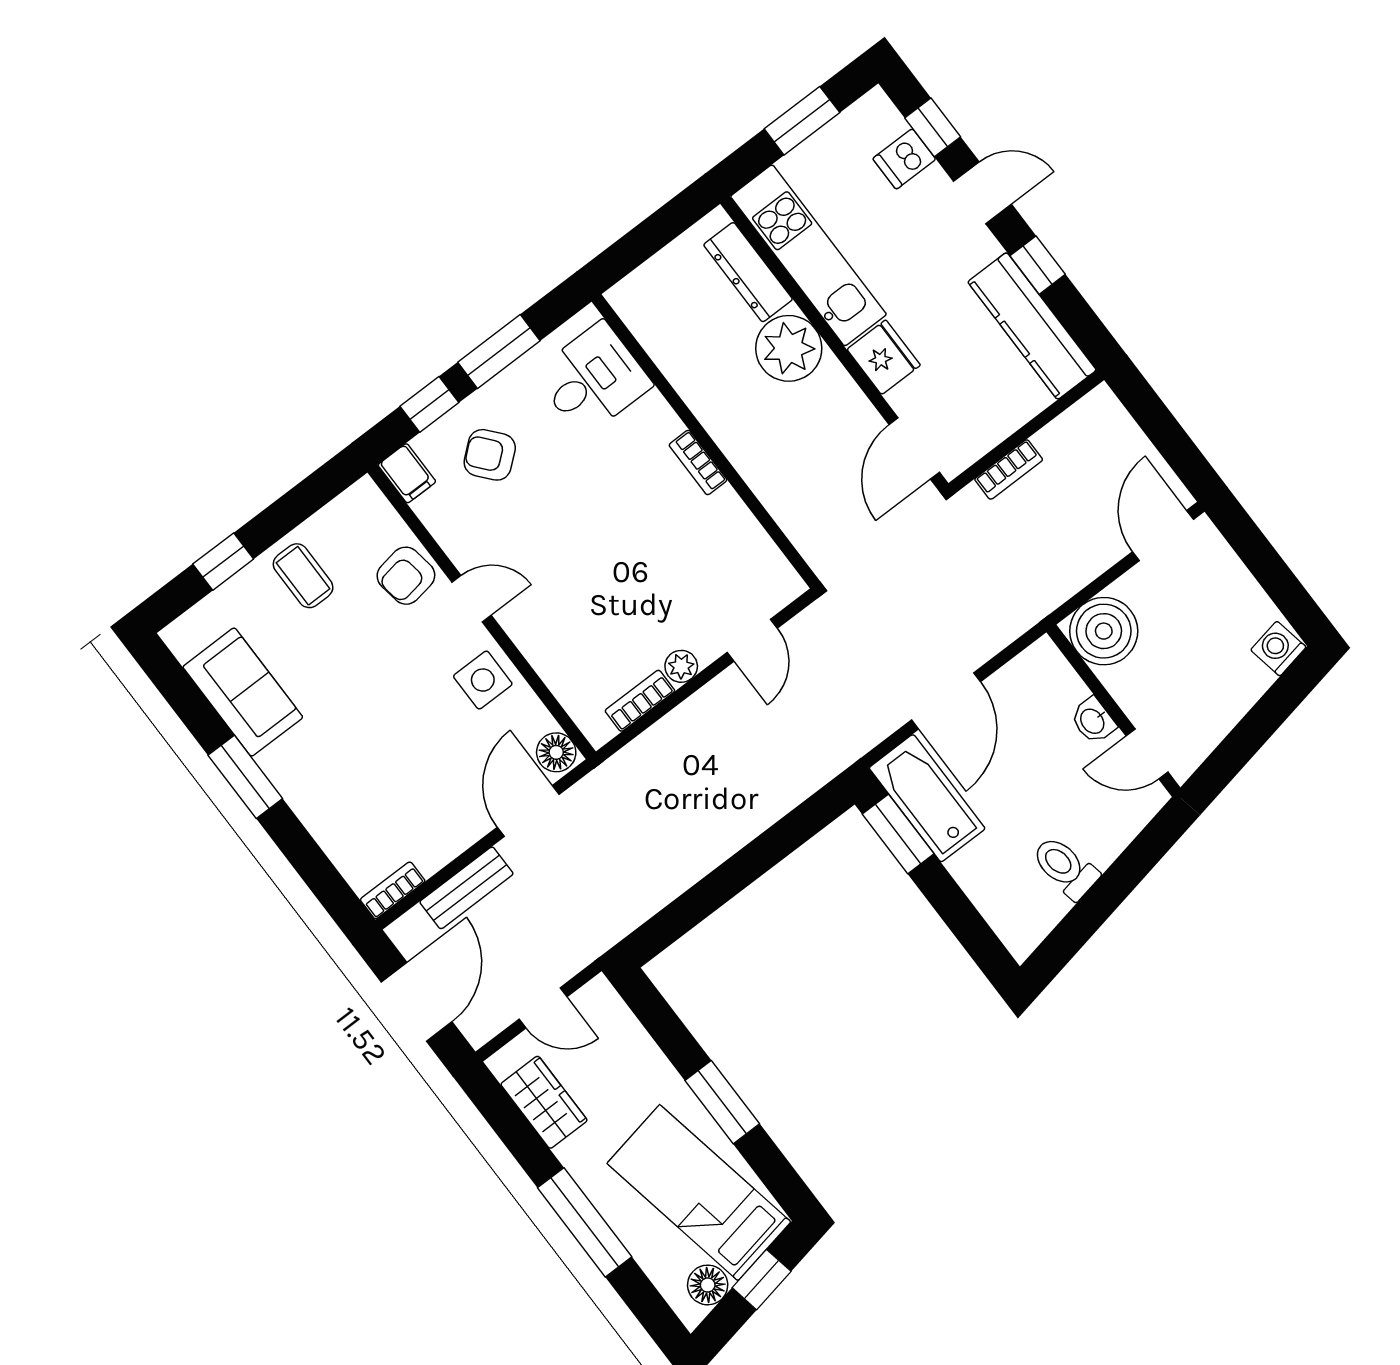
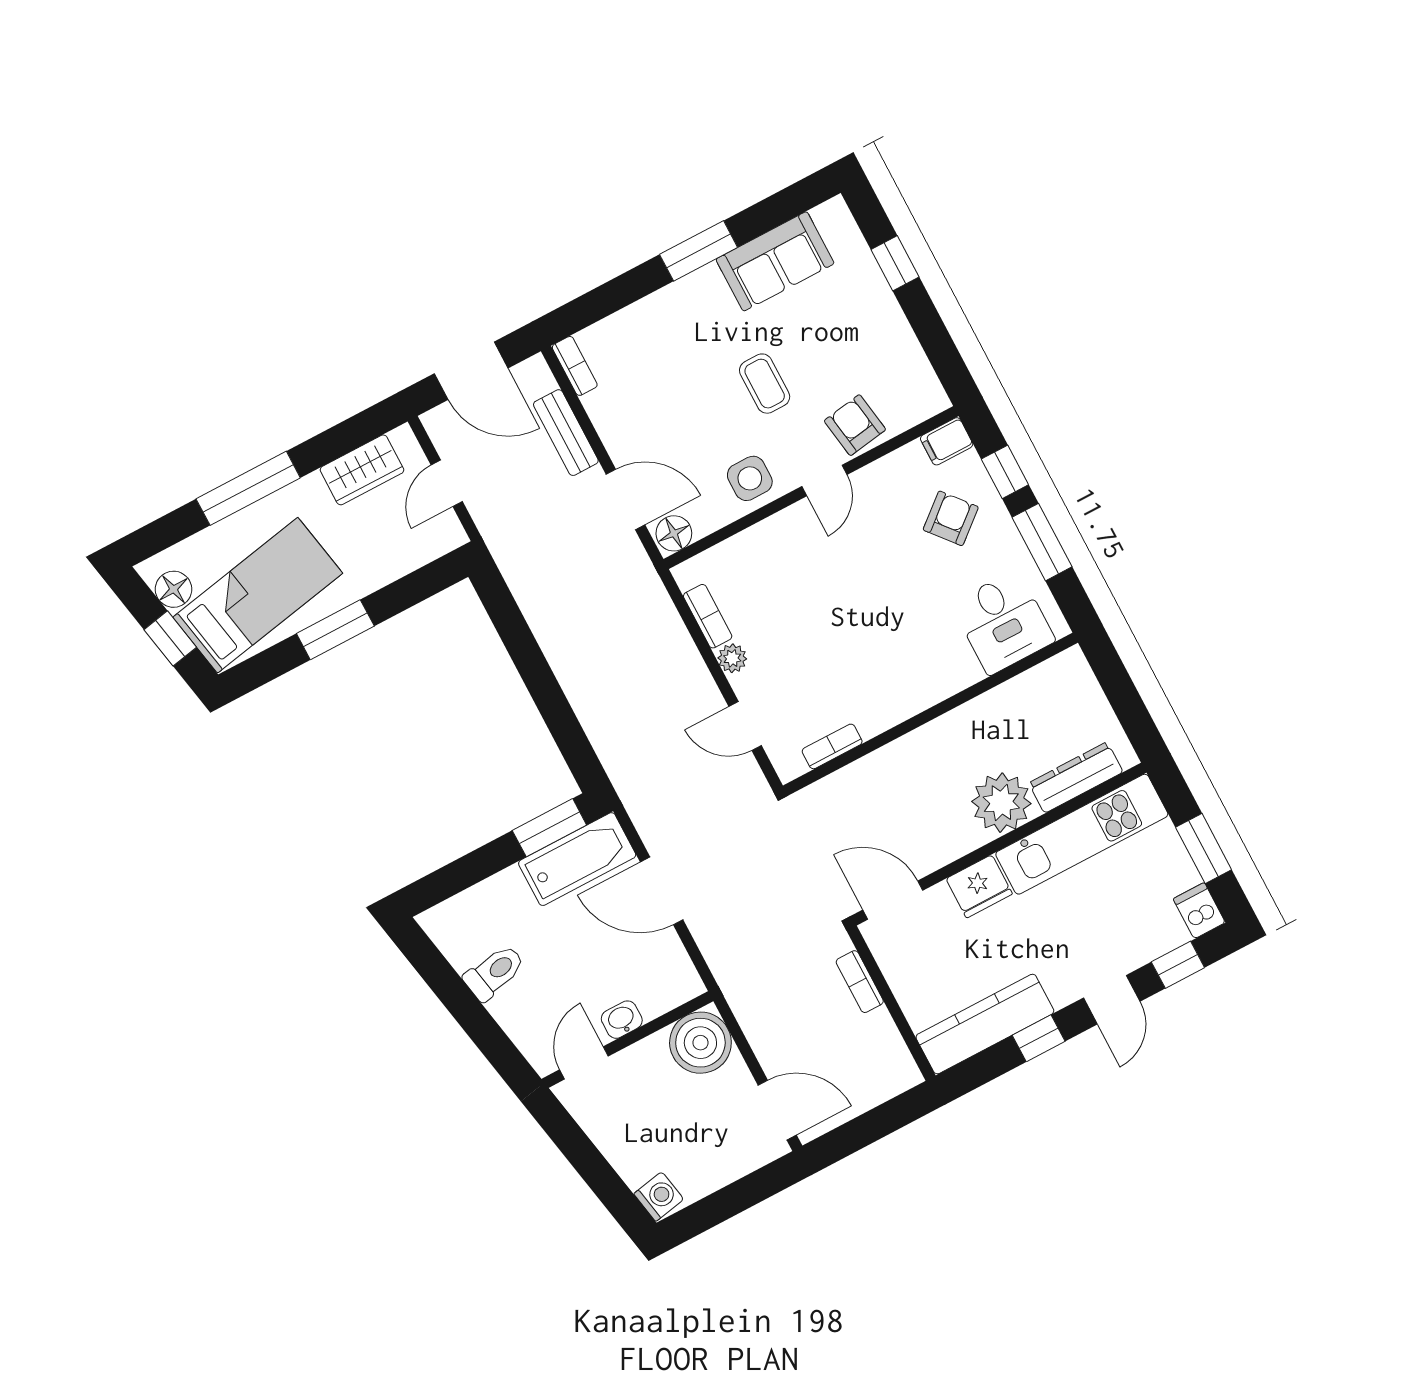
dishwasher: (904, 159) -> (1199, 911), moved
bookcase: (698, 463) -> (832, 746), moved
coffee table: (303, 576) -> (765, 384), moved, turned 90

